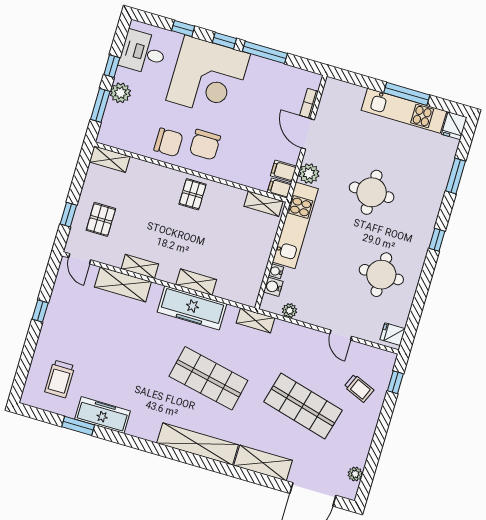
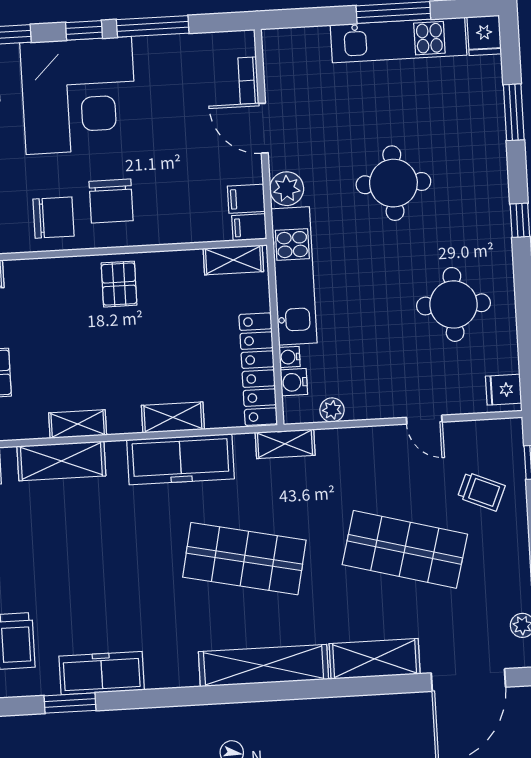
locker: (255, 272) -> (258, 369), added

